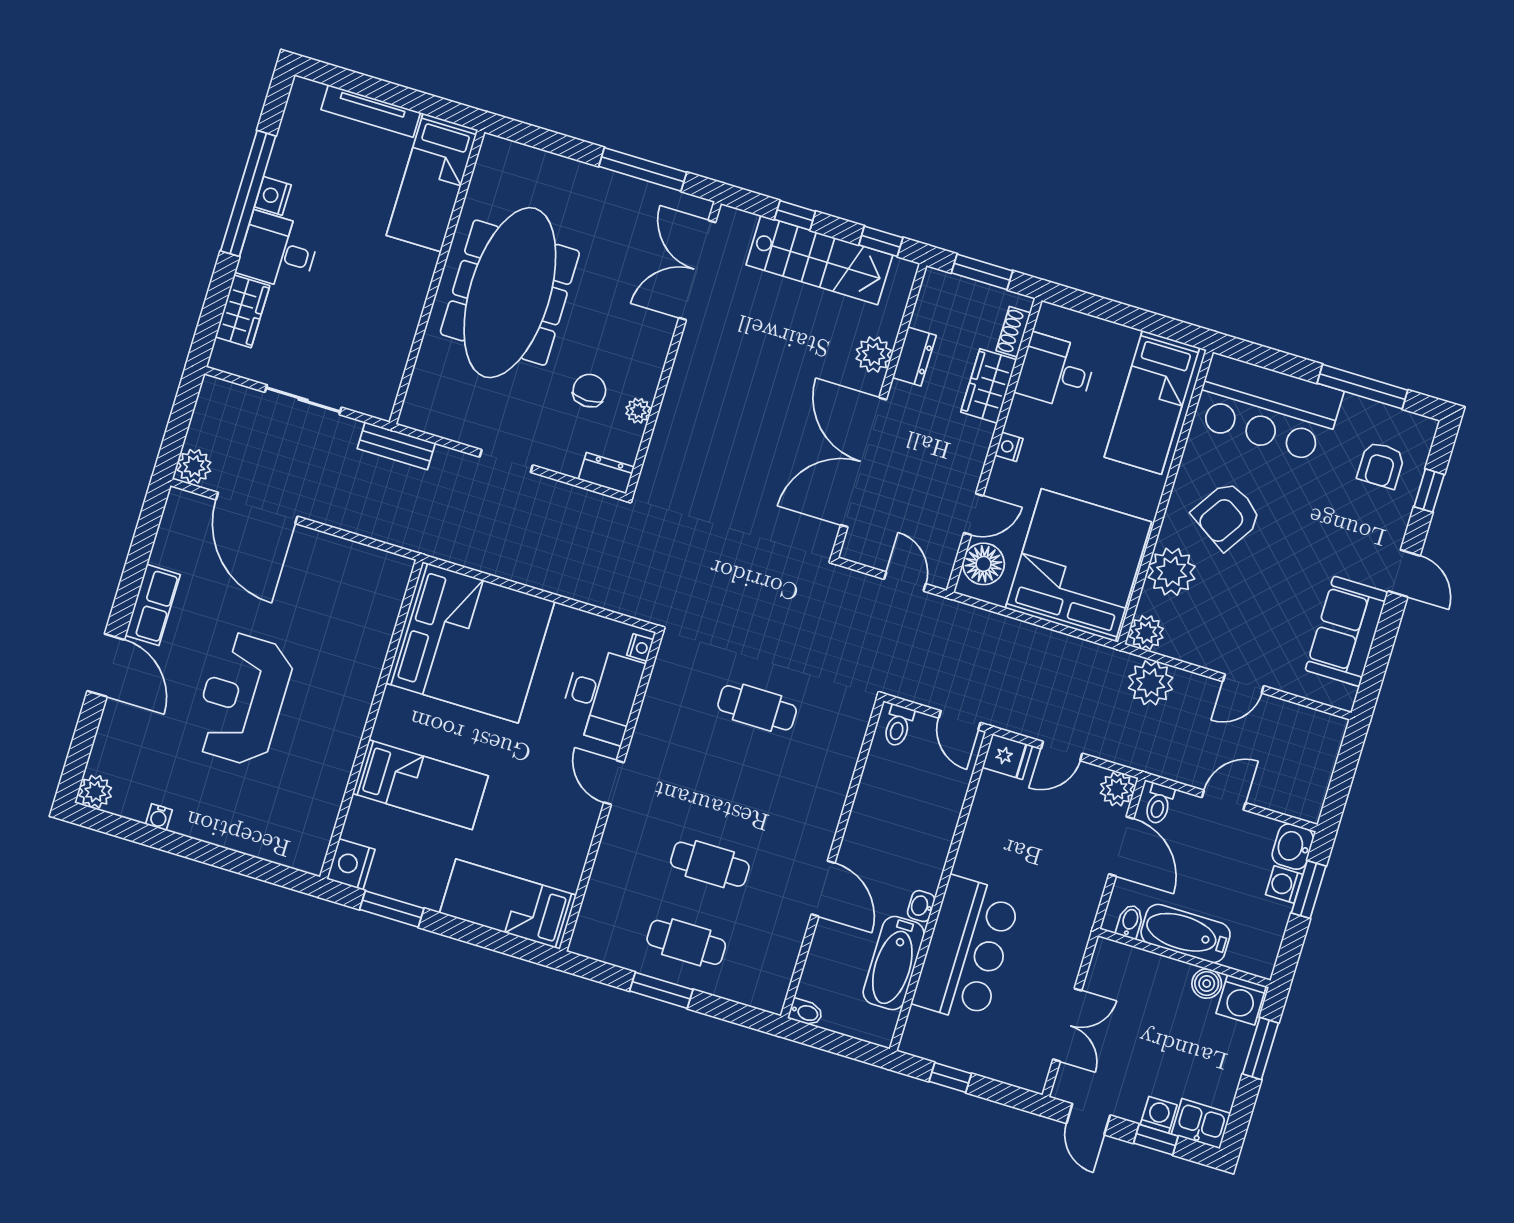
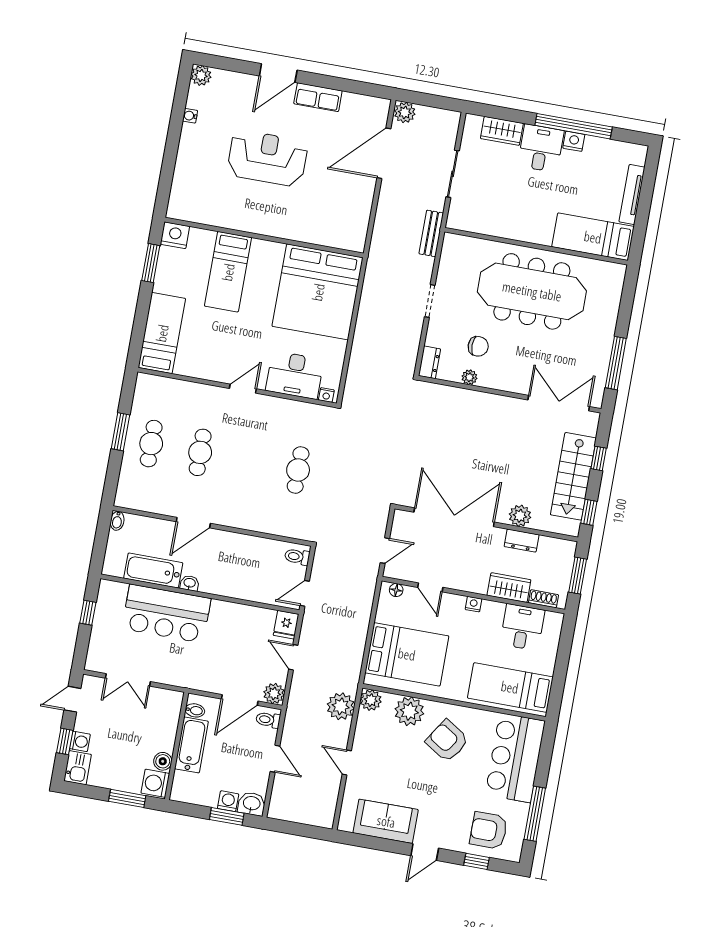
armchair: (1381, 465) -> (489, 830), width x1.38, depth x1.38
floor lamp: (984, 564) -> (396, 590), width x0.53, depth x0.53
bed: (1078, 565) -> (407, 654), width x0.73

